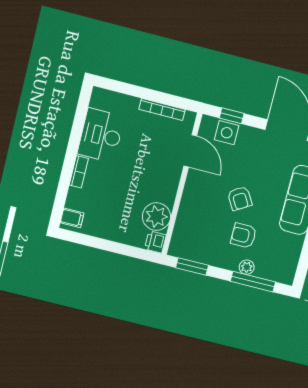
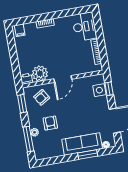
desk: (101, 135) -> (84, 27), moved, turned 90
door: (190, 151) -> (63, 79), moved
armchair: (240, 198) -> (42, 97), moved

